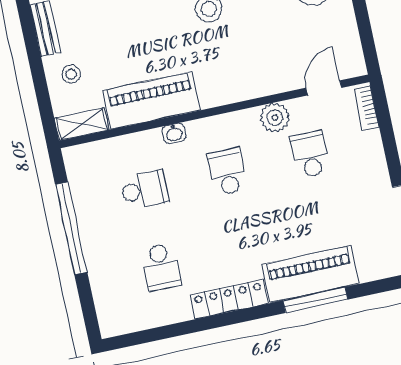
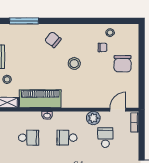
school desk: (227, 172) -> (67, 138), turned -90

